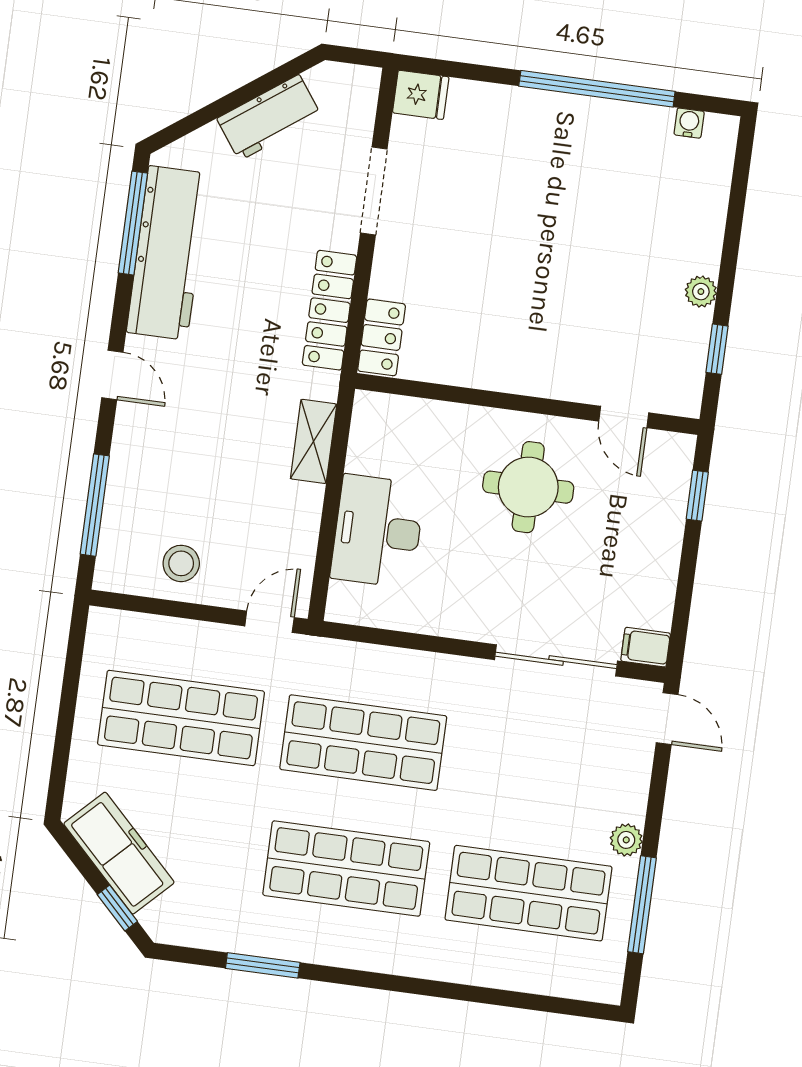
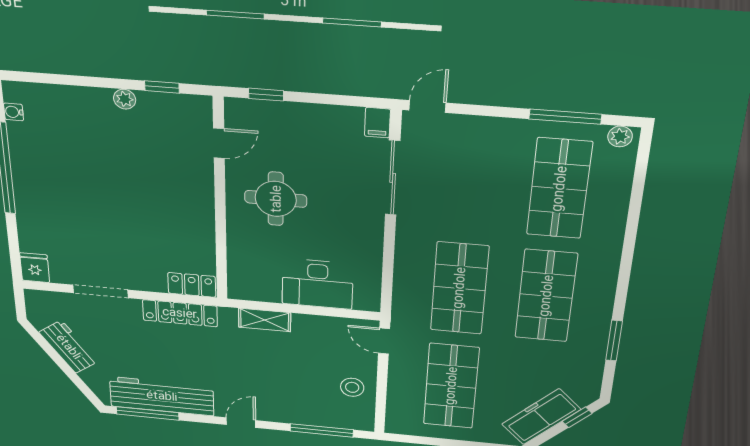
plant: (626, 840) -> (620, 137), moved

